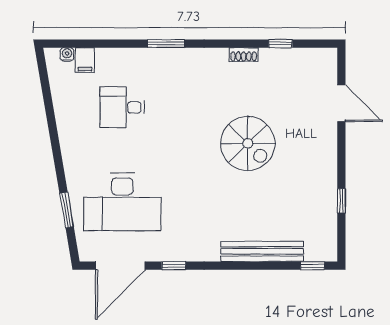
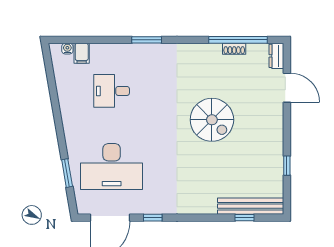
window: (280, 44) -> (238, 40), width x3.17
shoe rack: (244, 55) -> (234, 49), moved
dresser: (328, 64) -> (276, 56), added
bench: (262, 251) -> (251, 206), moved
window: (313, 266) -> (245, 218), moved

